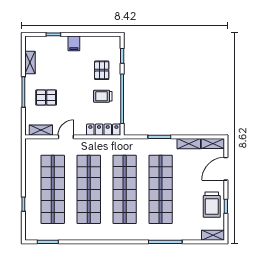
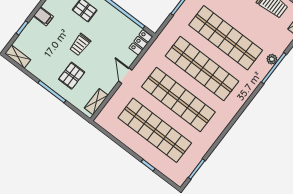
shelving: (30, 63) -> (18, 57), moved
trolley: (103, 96) -> (80, 45), moved
locker: (103, 130) -> (141, 43), width x0.66
door: (66, 137) -> (125, 76), moved
plant: (171, 235) -> (272, 59), added

